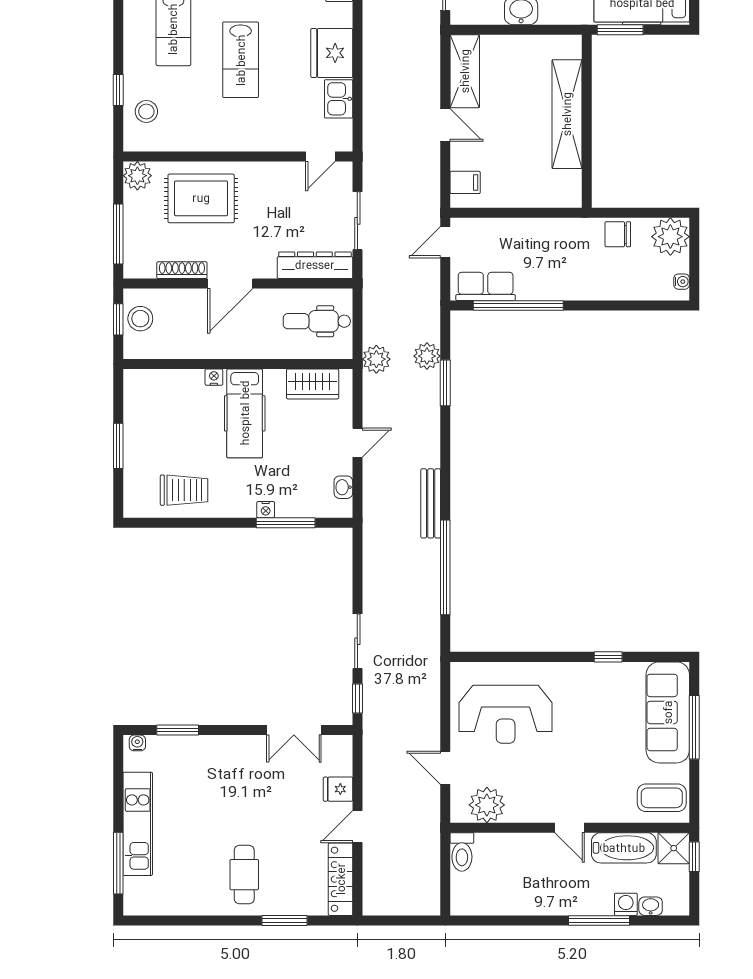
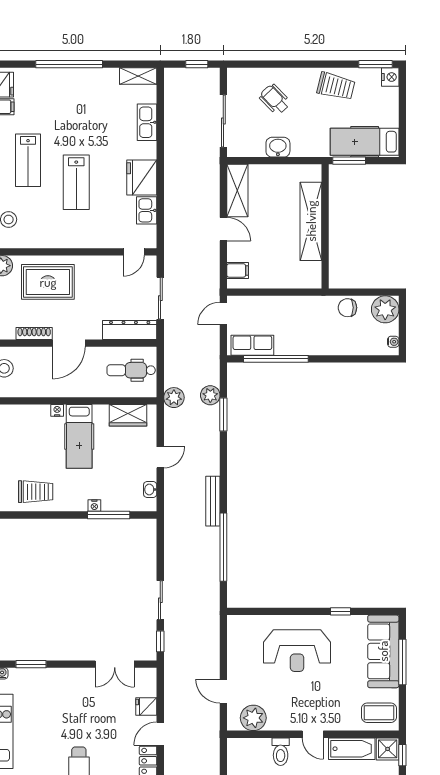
reception desk: (506, 714) -> (297, 651), moved
toilet: (462, 852) -> (281, 752), moved

